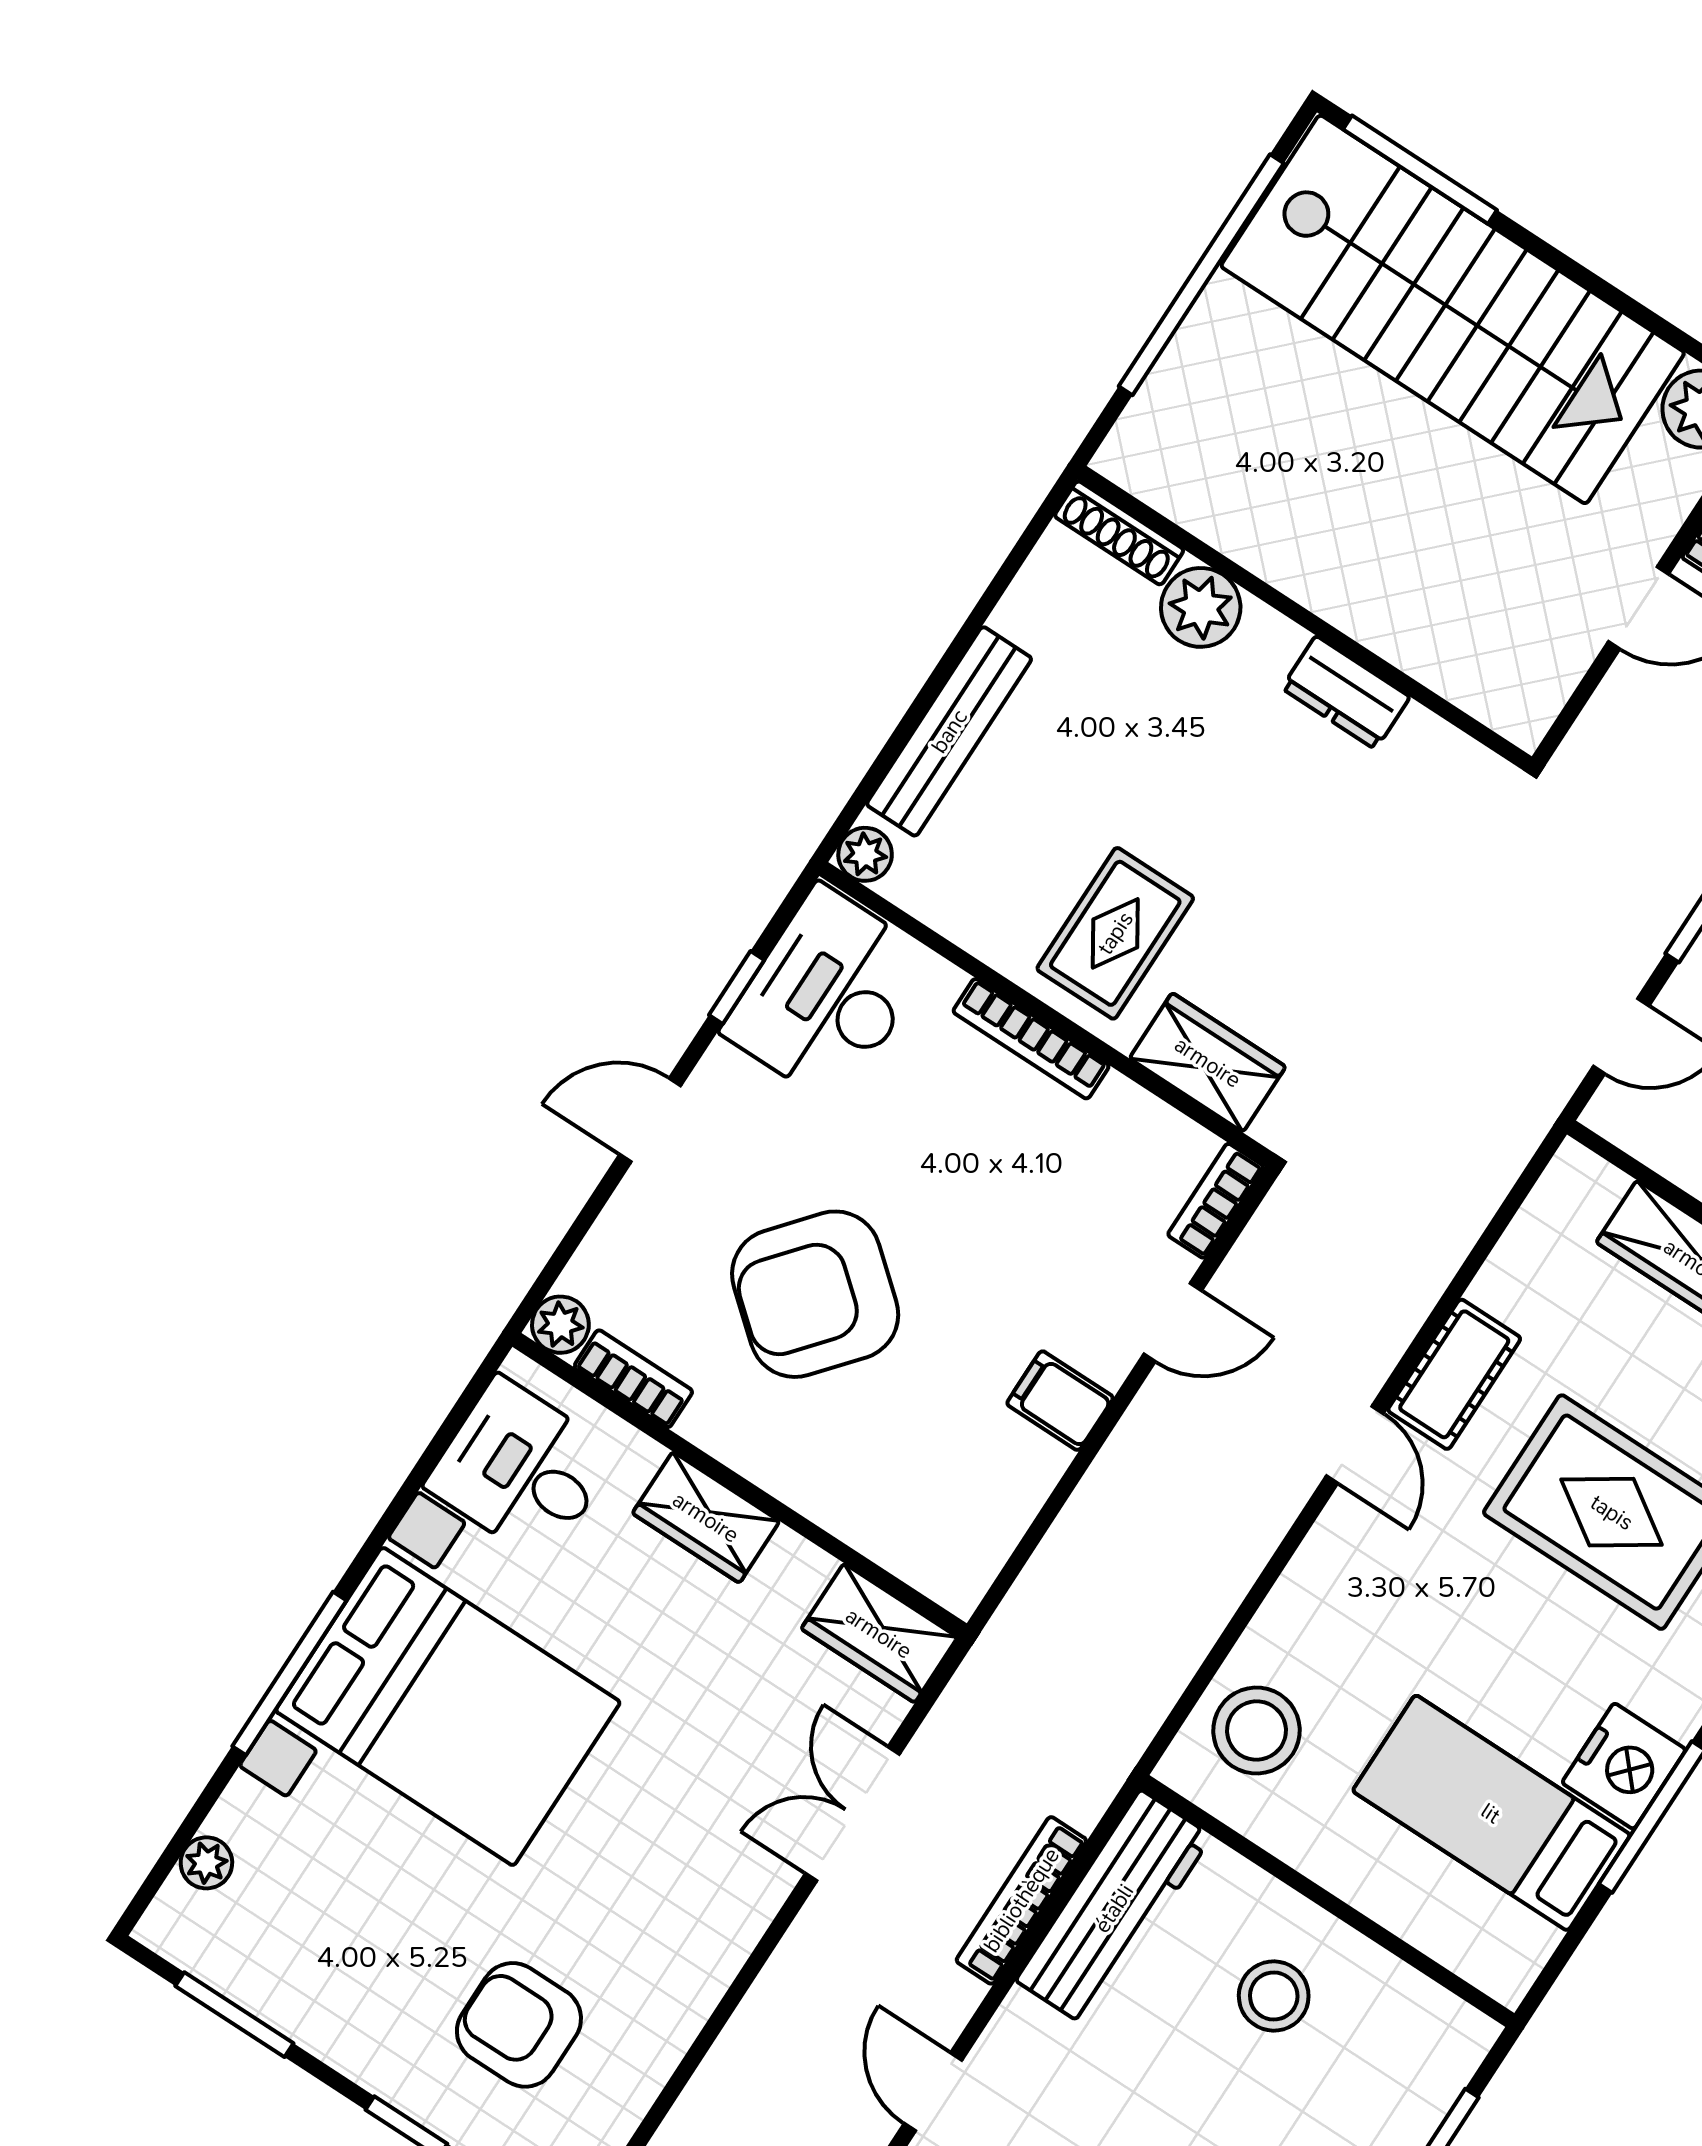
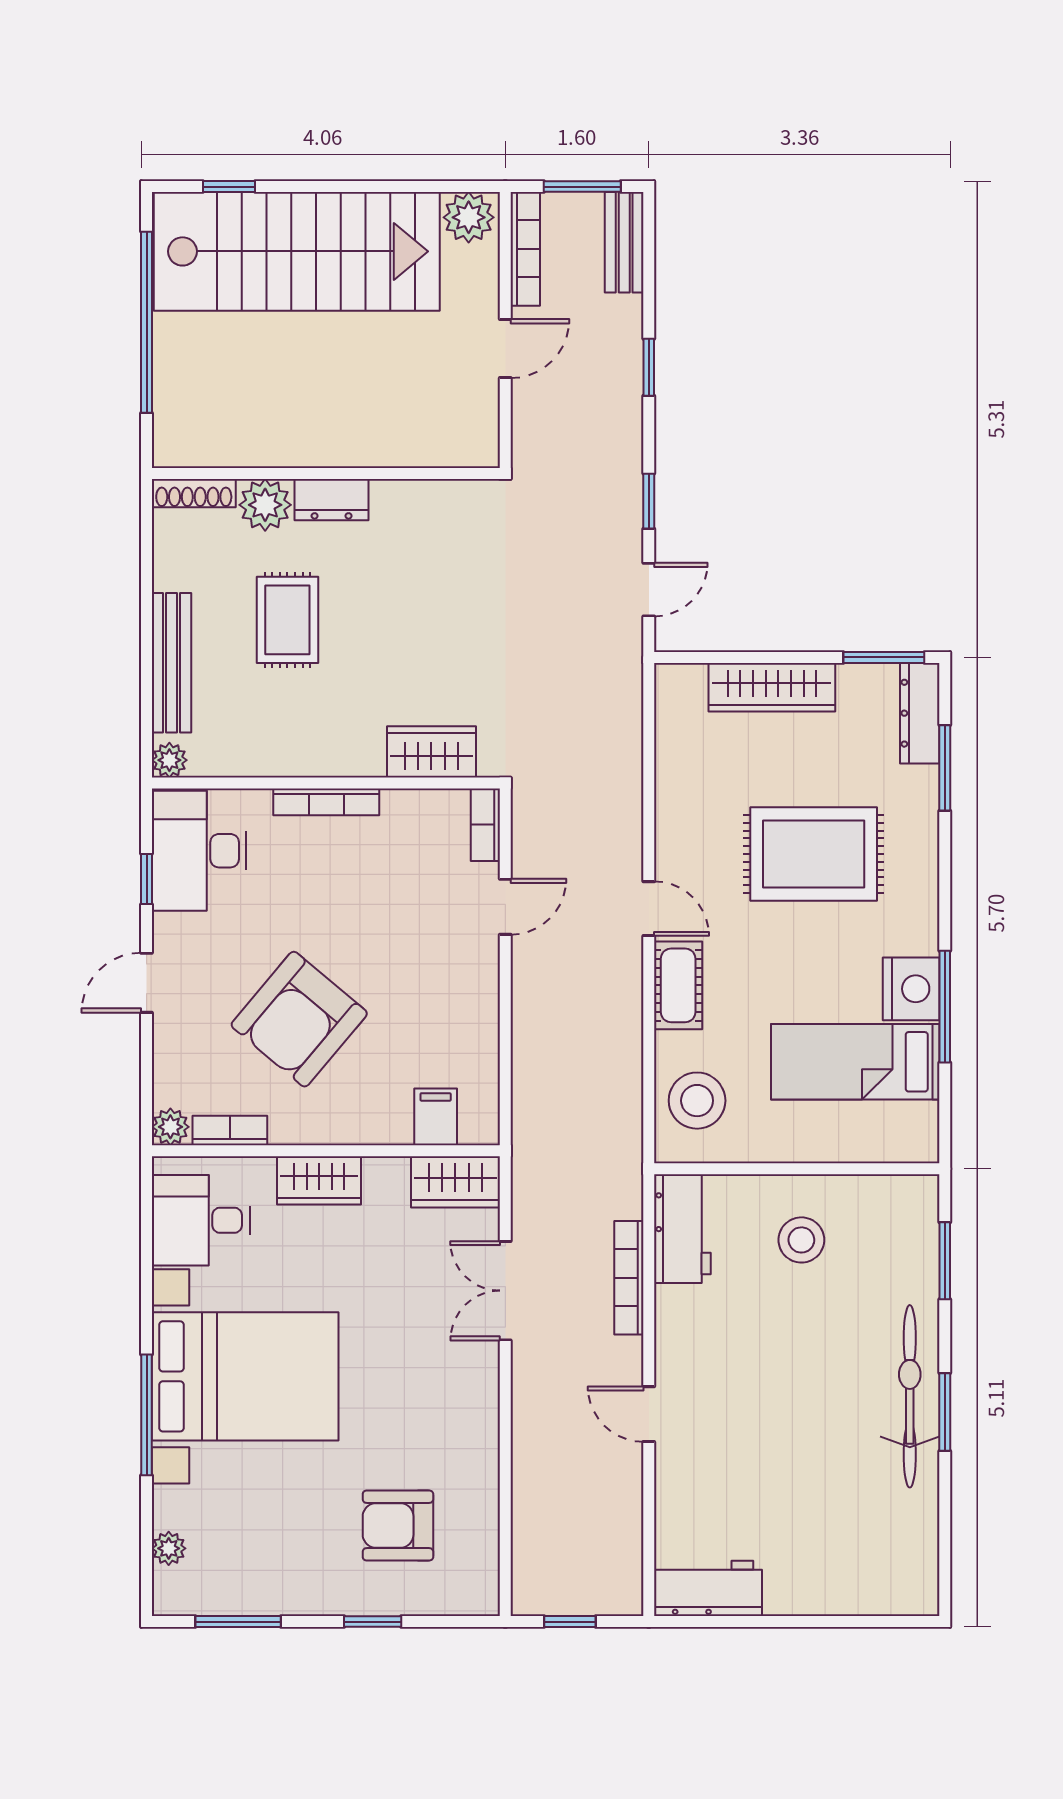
window: (1420, 170) -> (229, 187), width x0.46
dresser: (1346, 693) -> (332, 500), moved
rug: (1115, 933) -> (287, 620), moved
cot: (1454, 1374) -> (678, 985), moved
filing cabinet: (1060, 1401) -> (436, 1117), moved, turned 90
workbench: (1114, 1908) -> (682, 1229), width x0.73

